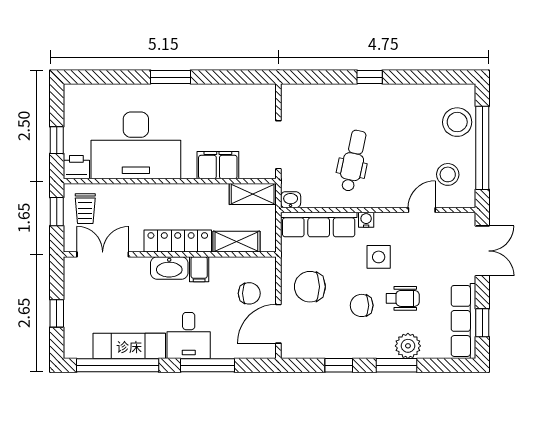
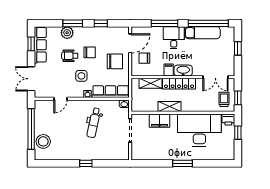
stool: (448, 174) -> (48, 116), removed
shelving: (253, 194) -> (169, 106), moved

